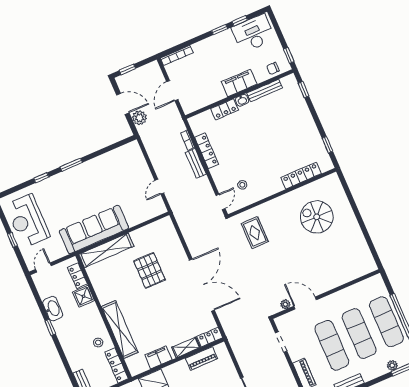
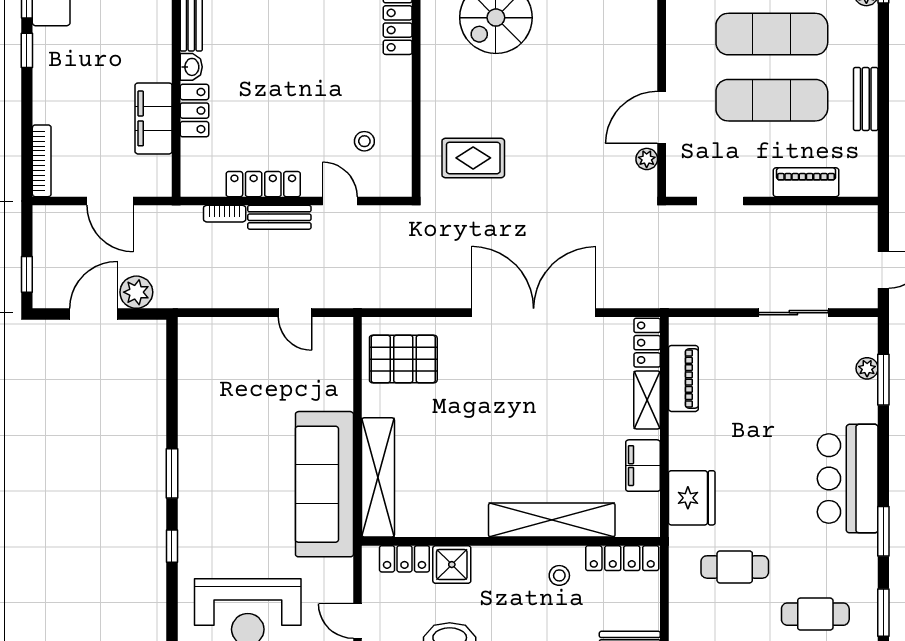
filing cabinet: (239, 83) -> (154, 118), moved
door: (220, 202) -> (340, 201), moved
pallet: (149, 270) -> (403, 359), moved

